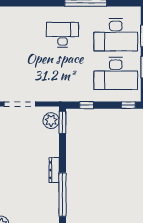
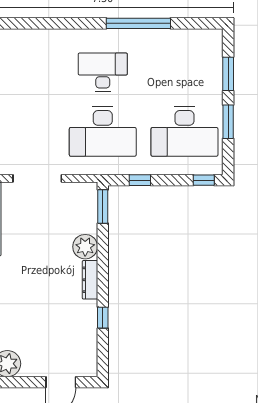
desk: (116, 35) -> (103, 131), moved
plant: (51, 121) -> (85, 247), moved
window: (63, 195) -> (103, 318), width x0.32

